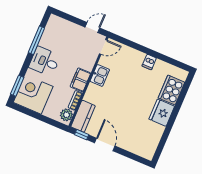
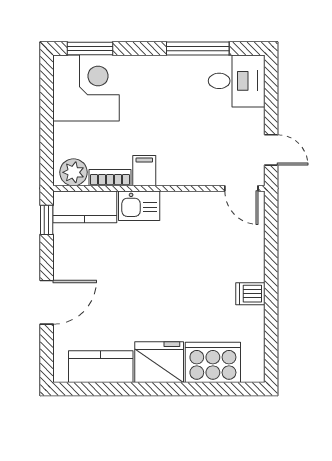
desk: (45, 61) -> (237, 81), moved, turned 90
kitchen sink: (100, 75) -> (139, 206), moved
filing cabinet: (80, 80) -> (144, 171), width x0.50
kitchen counter: (153, 138) -> (101, 367), added
door: (105, 144) -> (47, 302), moved

